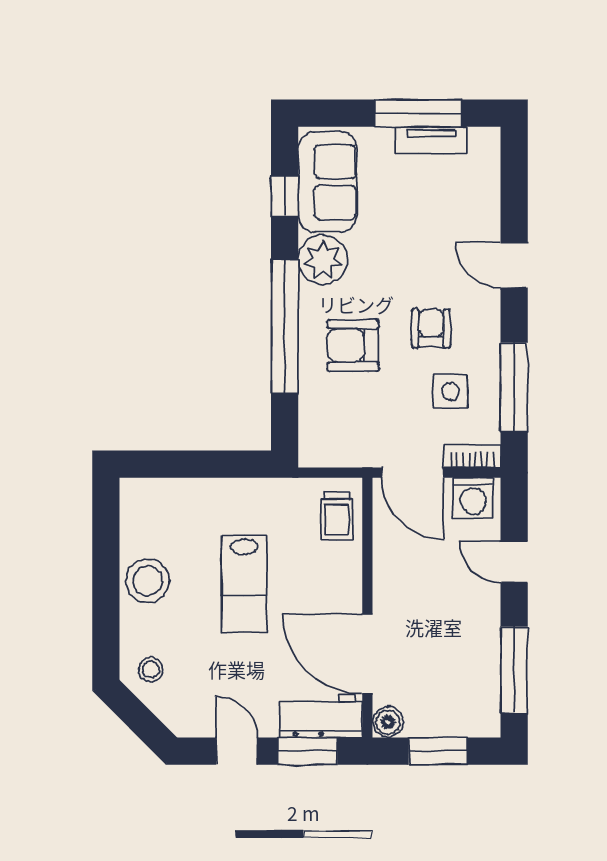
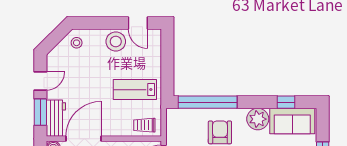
window: (285, 326) -> (208, 102), moved
door: (106, 531) -> (138, 23), added
lab bench: (244, 584) -> (135, 90), moved

